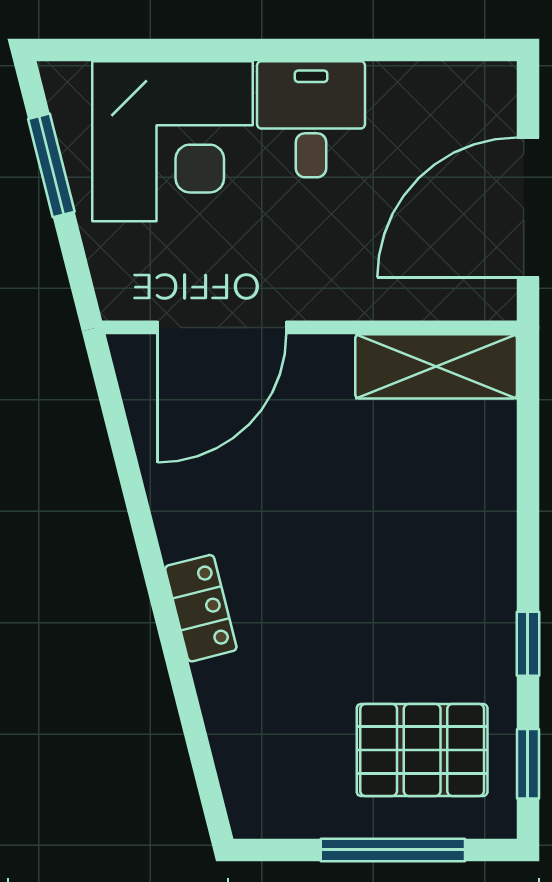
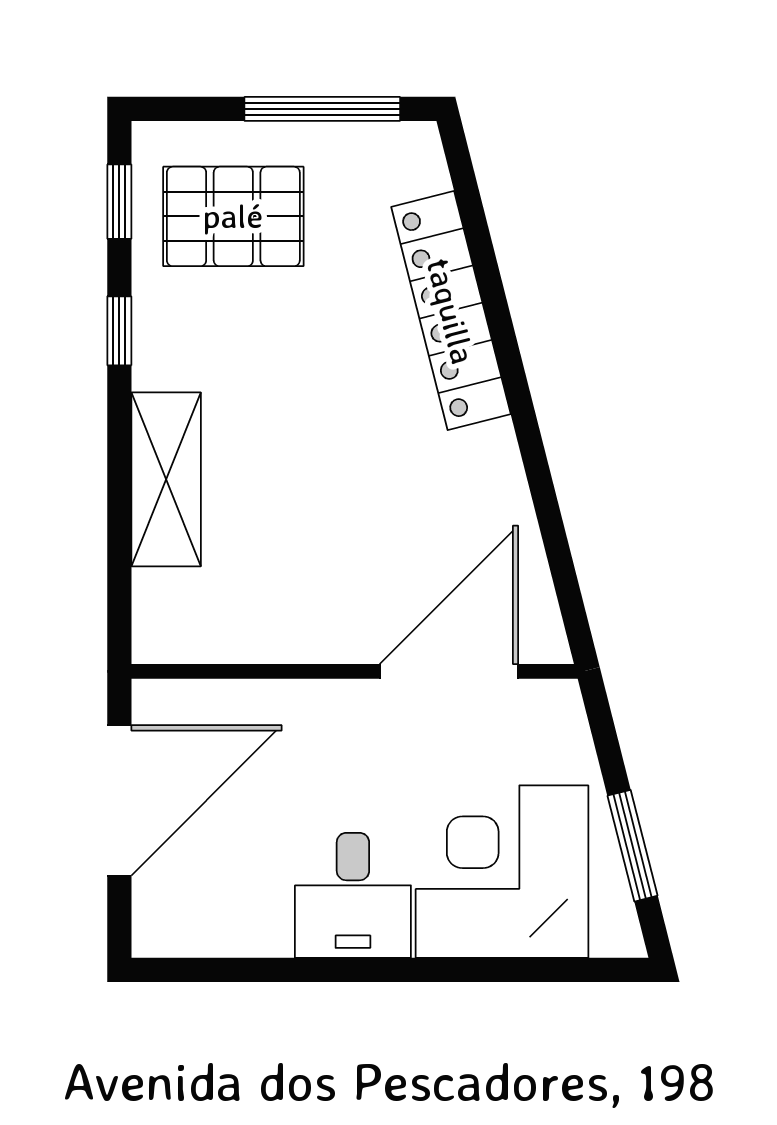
shelving: (436, 366) -> (166, 479), moved, turned 90
locker: (201, 608) -> (451, 311), width x2.16, depth x1.21
window: (393, 850) -> (322, 109), moved

